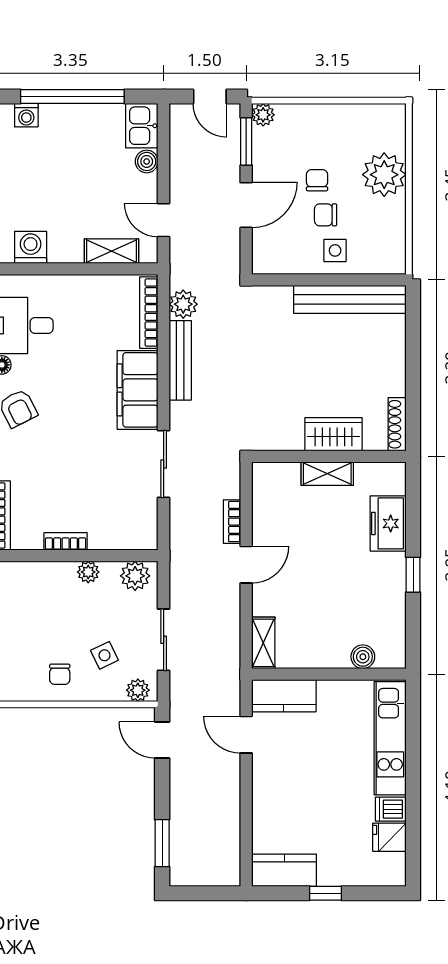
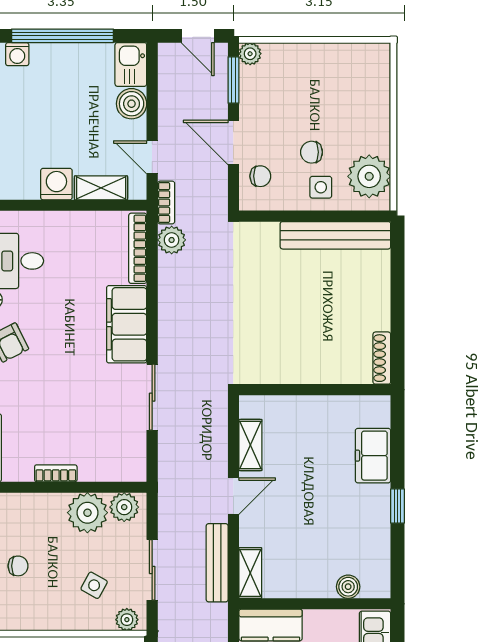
boiler: (147, 161) -> (132, 104), width x1.36, depth x1.36
plant: (384, 175) -> (369, 176), moved
chair: (317, 180) -> (260, 176), moved, turned 90
door: (246, 205) -> (233, 143), swing flipped
washing machine: (31, 247) -> (56, 184), moved
bench: (180, 360) -> (217, 563), moved
wardrobe: (334, 434) -> (319, 368), removed
shelving: (327, 474) -> (250, 445), moved, turned 90
bookcase: (232, 522) -> (166, 202), moved, turned 180
plant: (88, 572) -> (87, 513), width x1.87, depth x1.87
side table: (104, 655) -> (94, 585), turned -35
chair: (60, 674) -> (18, 566), moved, turned -90

